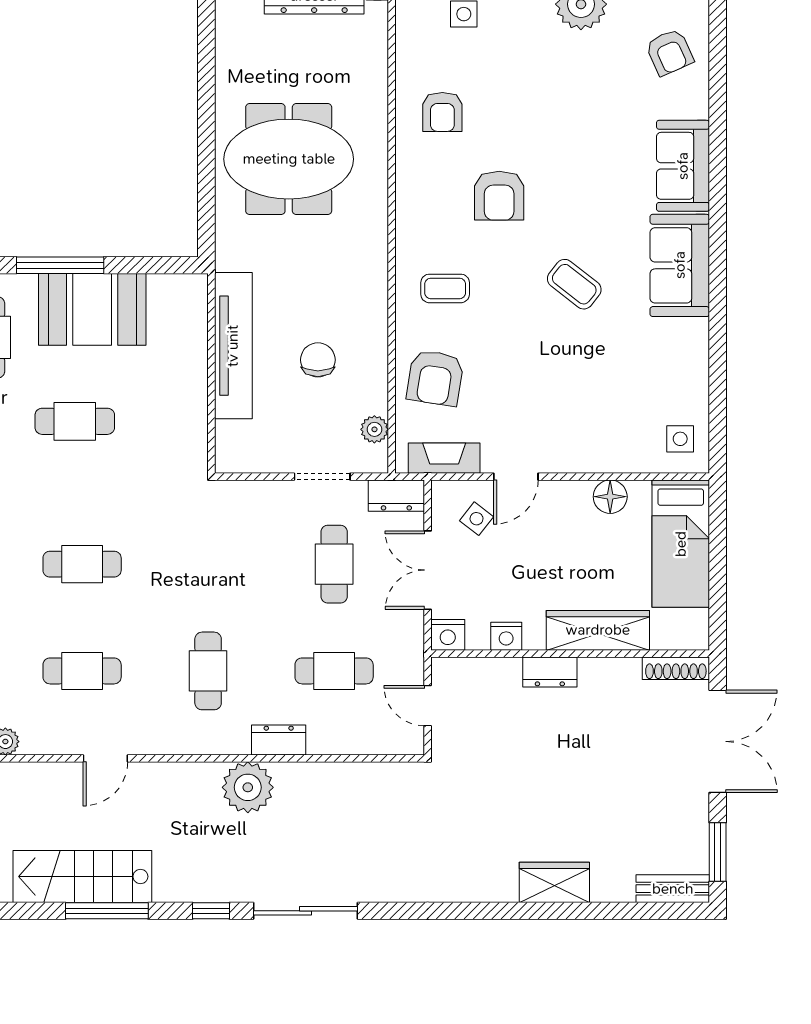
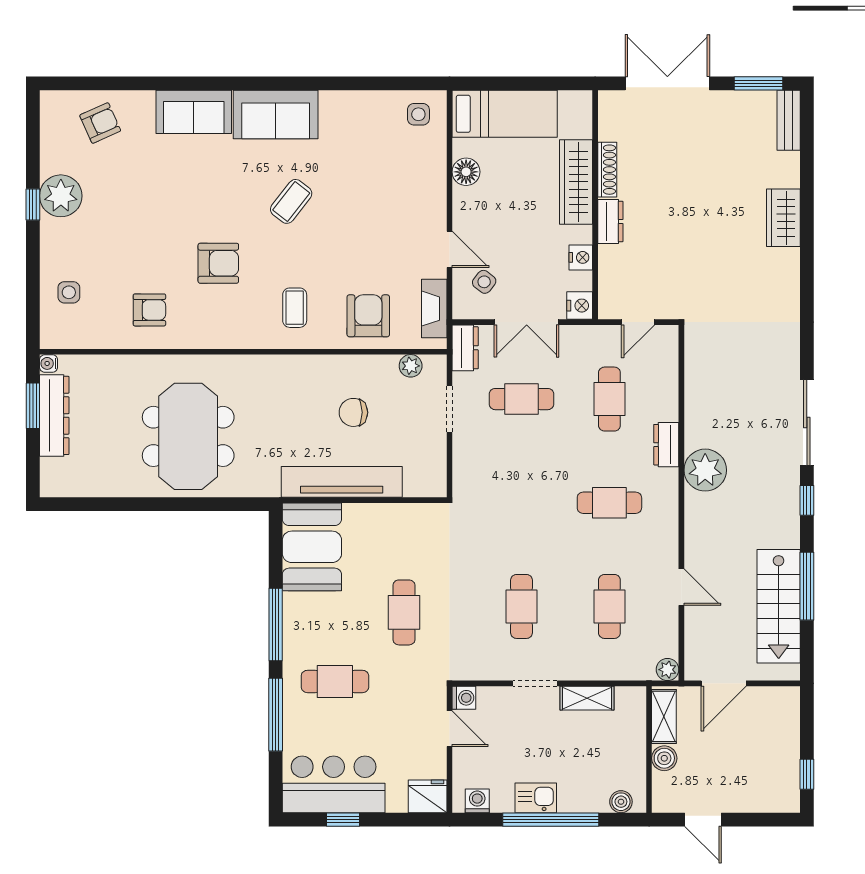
booth: (92, 309) -> (312, 547), moved
armchair: (435, 378) -> (368, 316), turned -99
shoe rack: (676, 668) -> (607, 170), moved

